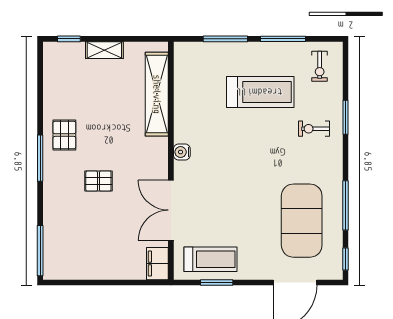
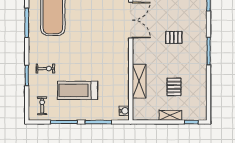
shelving: (157, 94) -> (139, 81), width x0.68
pallet: (64, 135) -> (174, 87), moved
water cooler: (182, 152) -> (124, 111), moved

